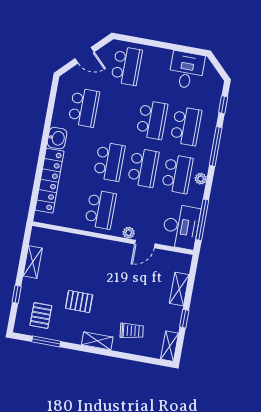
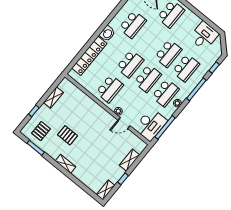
trolley: (132, 331) -> (89, 169), removed

